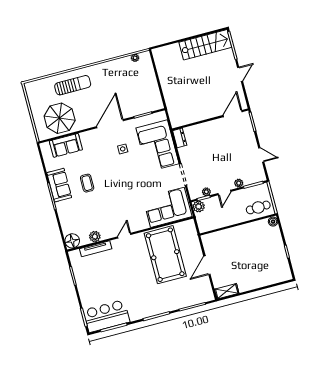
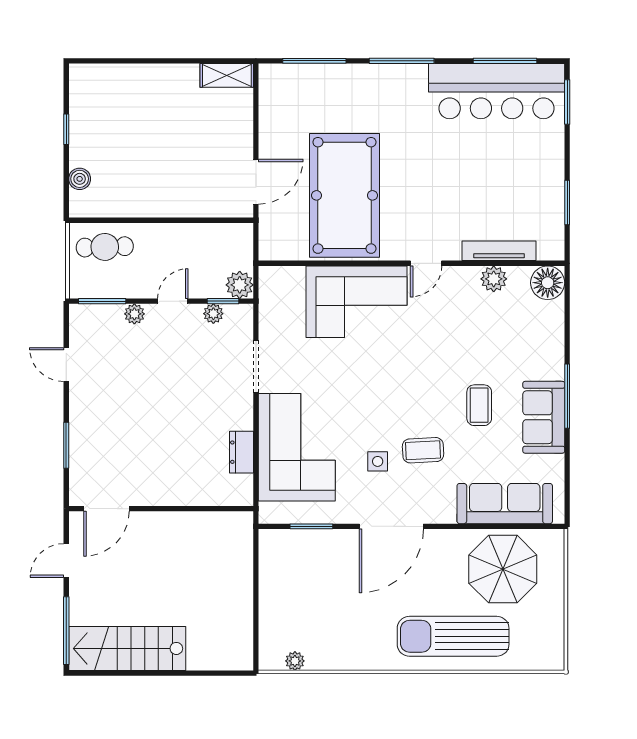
sun lounger: (73, 85) -> (453, 636), width x1.36, depth x1.34
door: (233, 114) -> (106, 509), moved
wall: (210, 119) -> (161, 509), moved
sofa: (66, 145) -> (505, 504), width x1.36
coffee table: (105, 158) -> (423, 450), added
corner sofa: (167, 207) -> (357, 302), moved
boiler: (273, 222) -> (80, 179), moved
door: (207, 265) -> (256, 182), moved
bar counter: (107, 316) -> (497, 91), width x1.36

